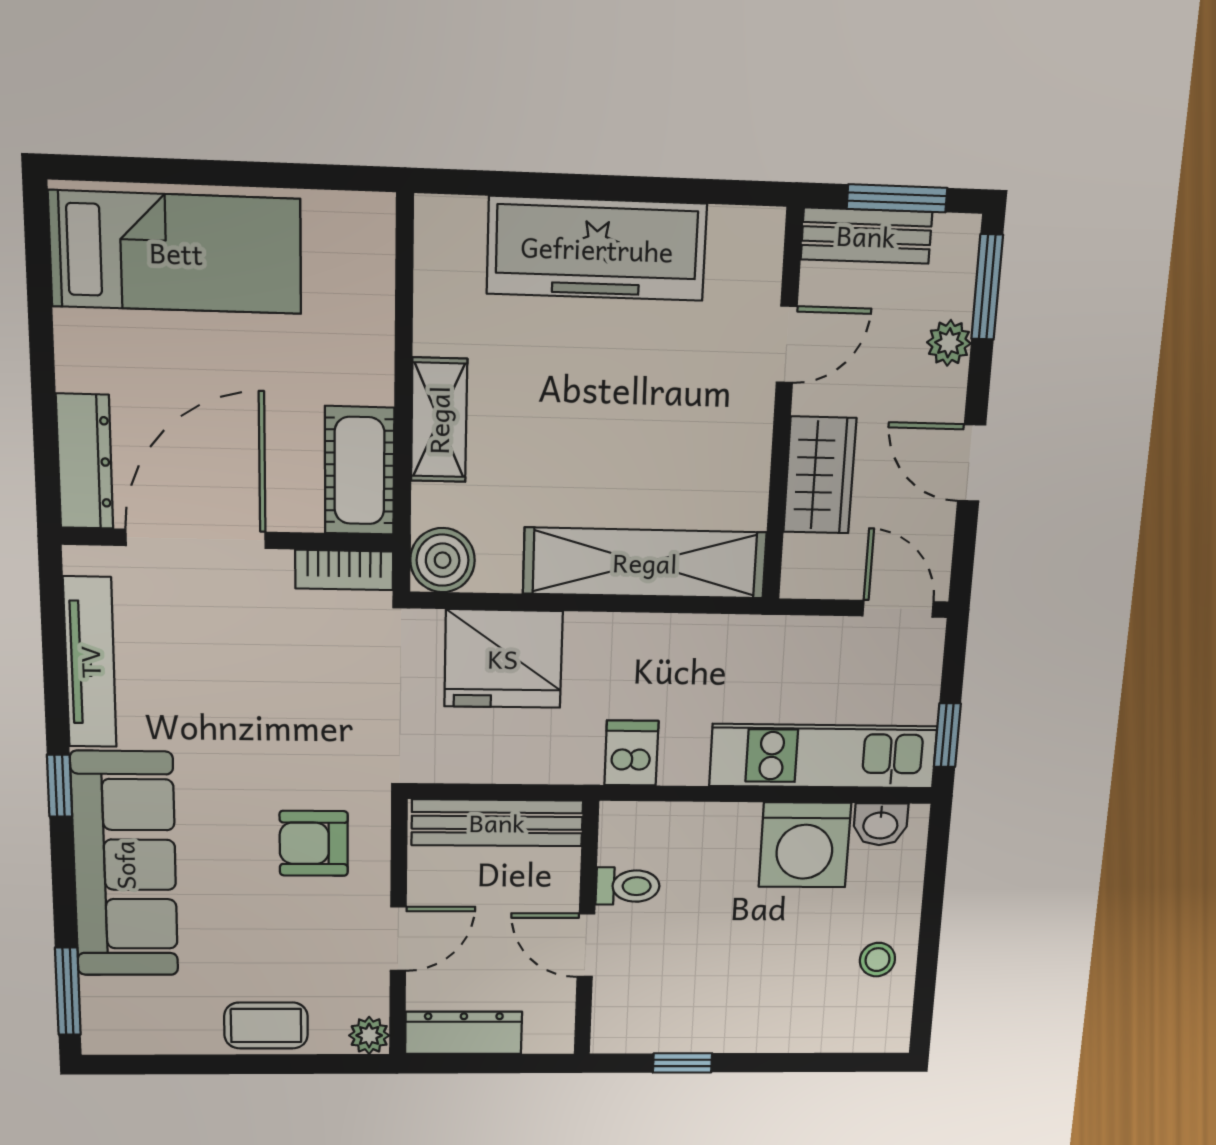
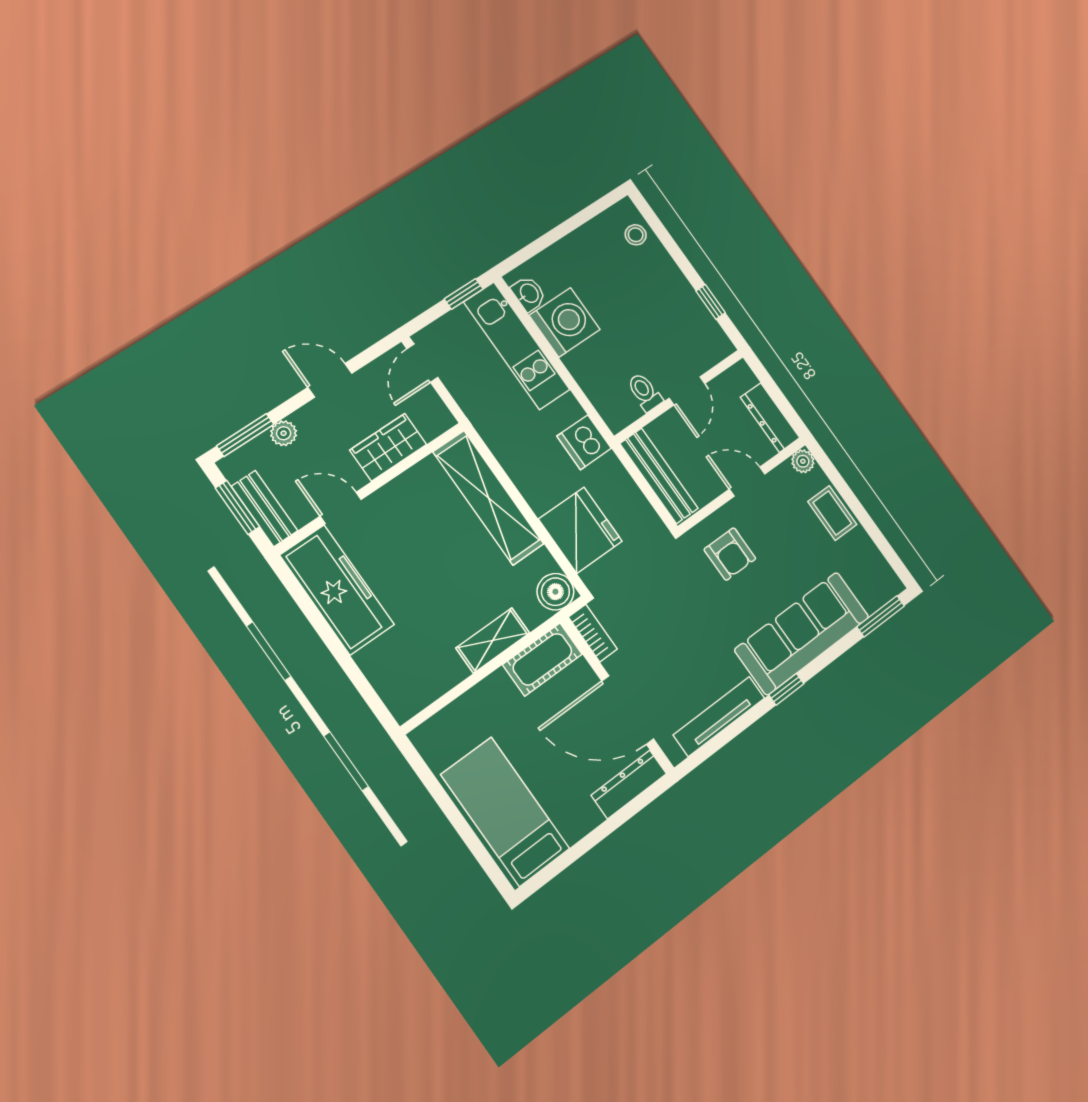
freezer: (597, 249) -> (337, 590), moved
door: (972, 463) -> (330, 380), swing flipped
dishwasher: (631, 753) -> (584, 442), width x1.38
stool: (877, 960) -> (636, 235), moved

